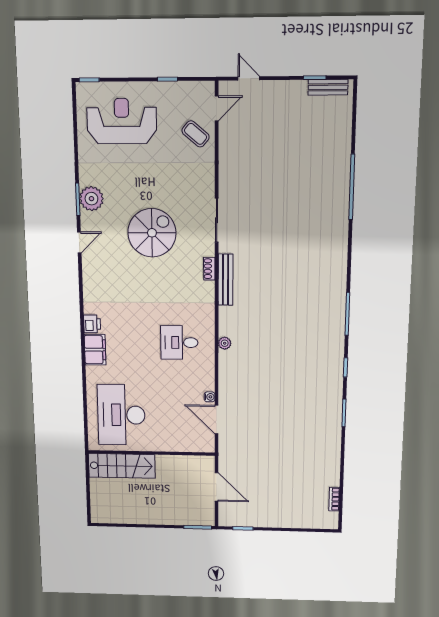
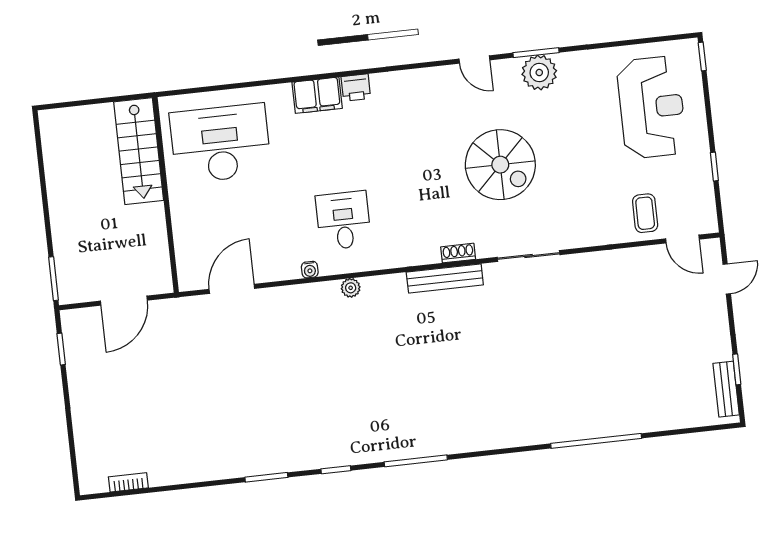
coffee table: (196, 134) -> (645, 213), turned -40
water cooler: (210, 397) -> (310, 270), moved

